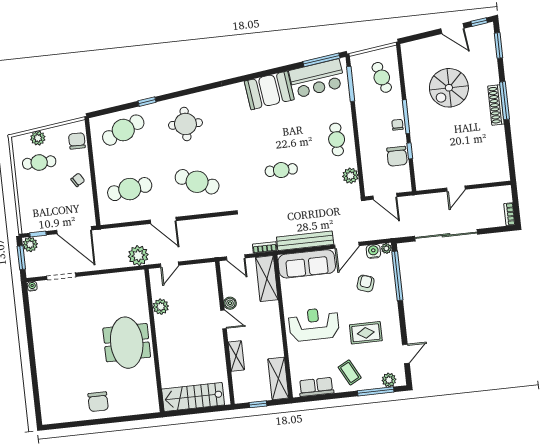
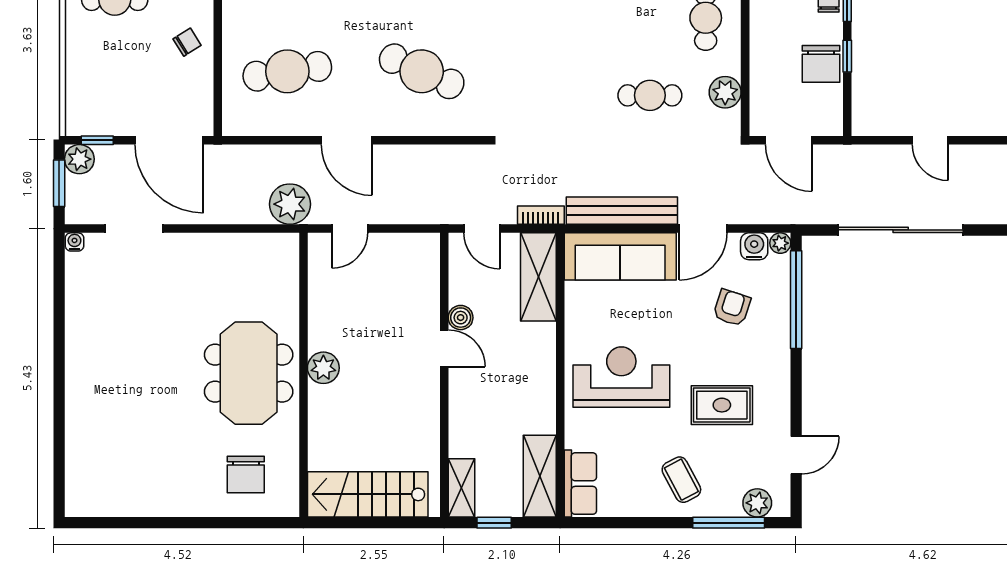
cafe table: (281, 170) -> (650, 95), moved
door: (456, 189) -> (930, 140), hinge flipped
plant: (161, 307) -> (323, 368), moved
shelving: (236, 356) -> (462, 488), moved
row of seats: (316, 387) -> (580, 484), moved, turned 90
chair: (98, 402) -> (246, 474), moved

